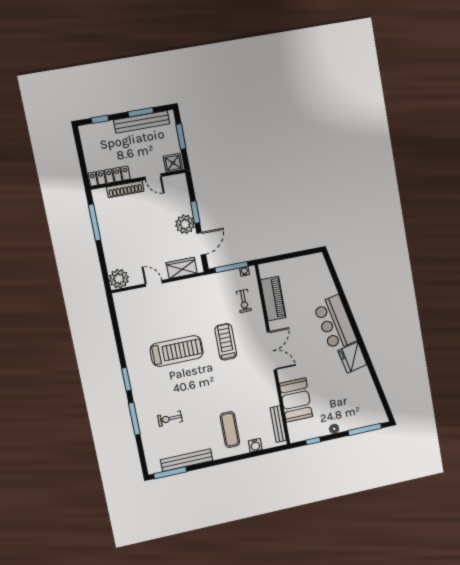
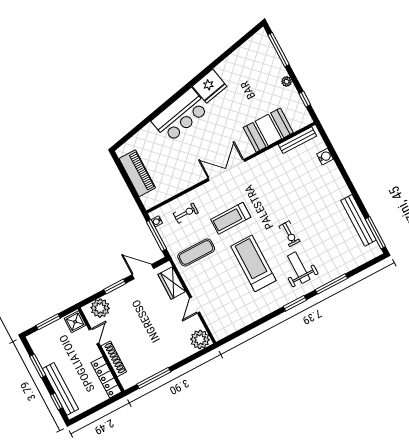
bench: (142, 122) -> (60, 389), moved
plant: (185, 224) -> (100, 308), moved
piano: (273, 299) -> (137, 173), moved, turned 90
weight bench: (159, 392) -> (299, 268), added
exercise bike: (170, 419) -> (289, 234), moved
exercise mat: (230, 430) -> (196, 252), moved

